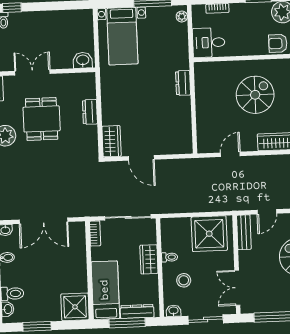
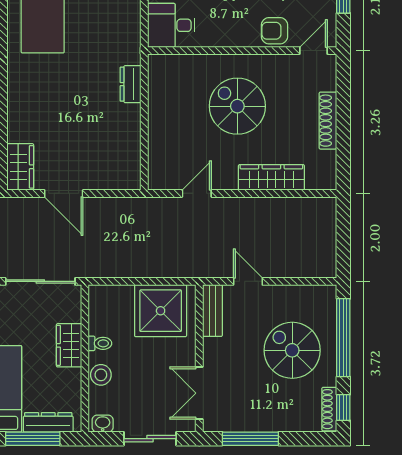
spiral stairs: (255, 95) -> (237, 106), turned -90
door: (267, 212) -> (248, 281), swing flipped
stool: (184, 280) -> (101, 375), moved

